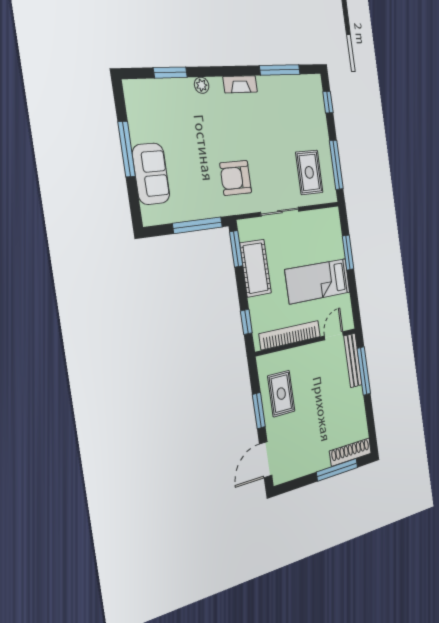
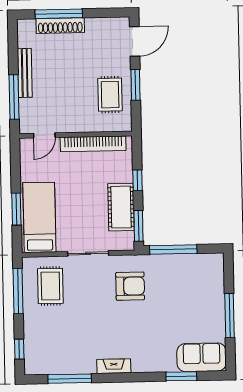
plant: (202, 85) -> (153, 366), removed
sofa: (151, 174) -> (202, 357), moved, turned 90
bed: (318, 281) -> (39, 217), moved, turned -90
window: (246, 322) -> (137, 180), moved
bench: (353, 360) -> (25, 73), moved
shoe rack: (351, 452) -> (60, 26), moved

